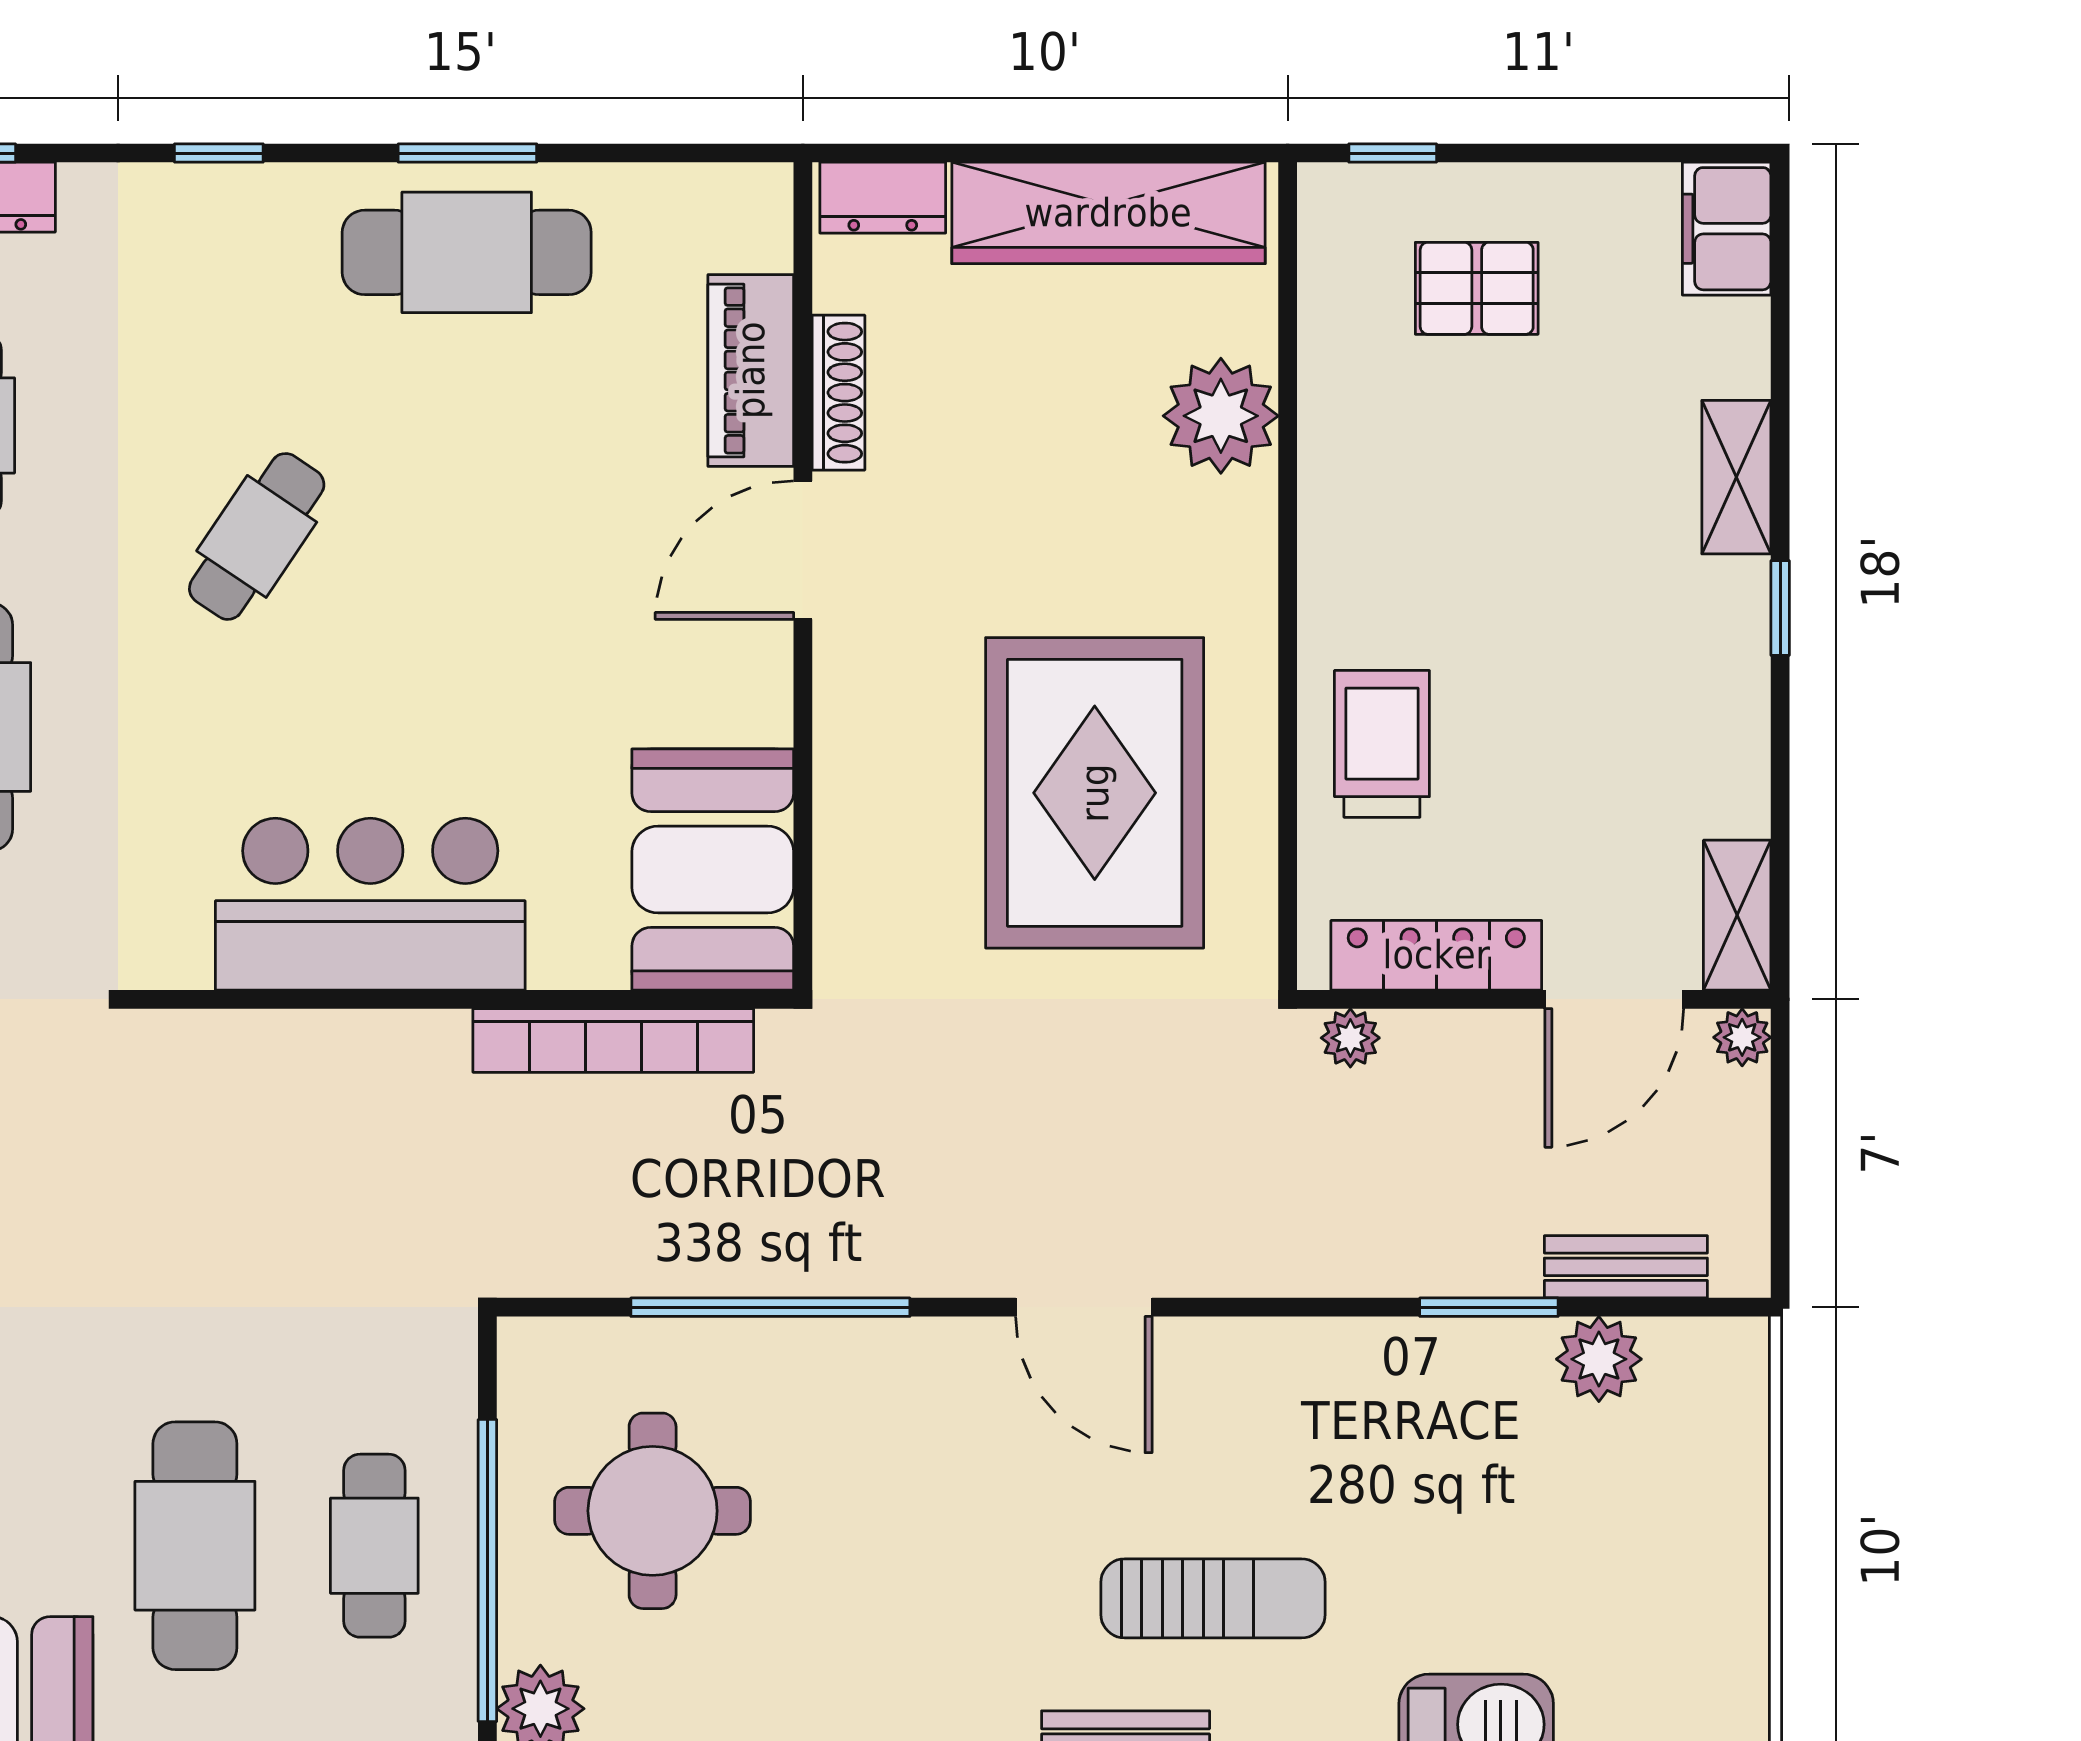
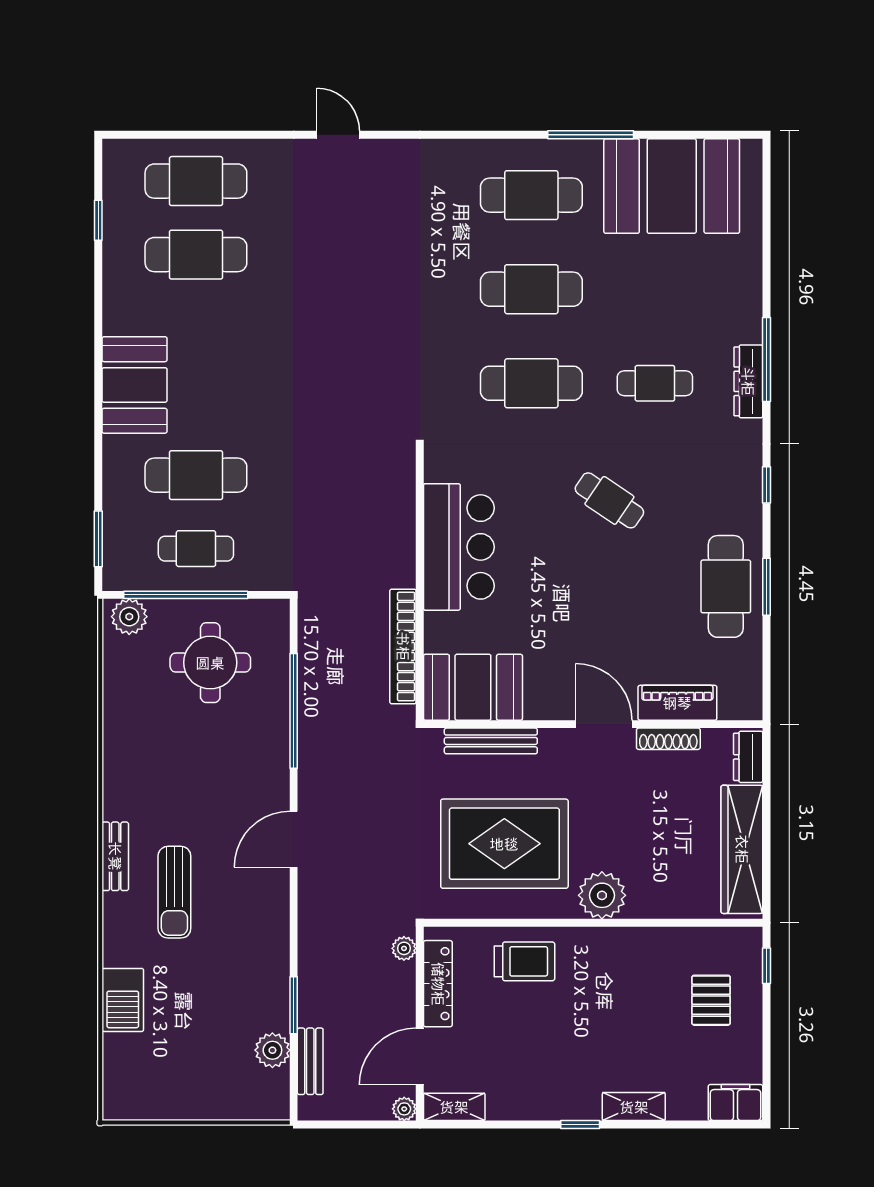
plant: (1221, 416) -> (602, 895), moved
bench: (844, 826) -> (491, 741), added
door: (1614, 999) -> (420, 1057), hinge flipped

